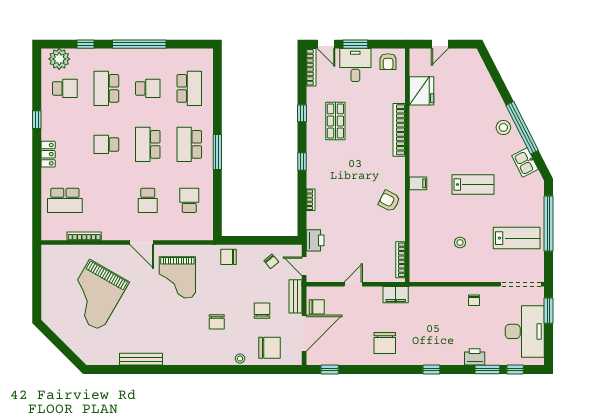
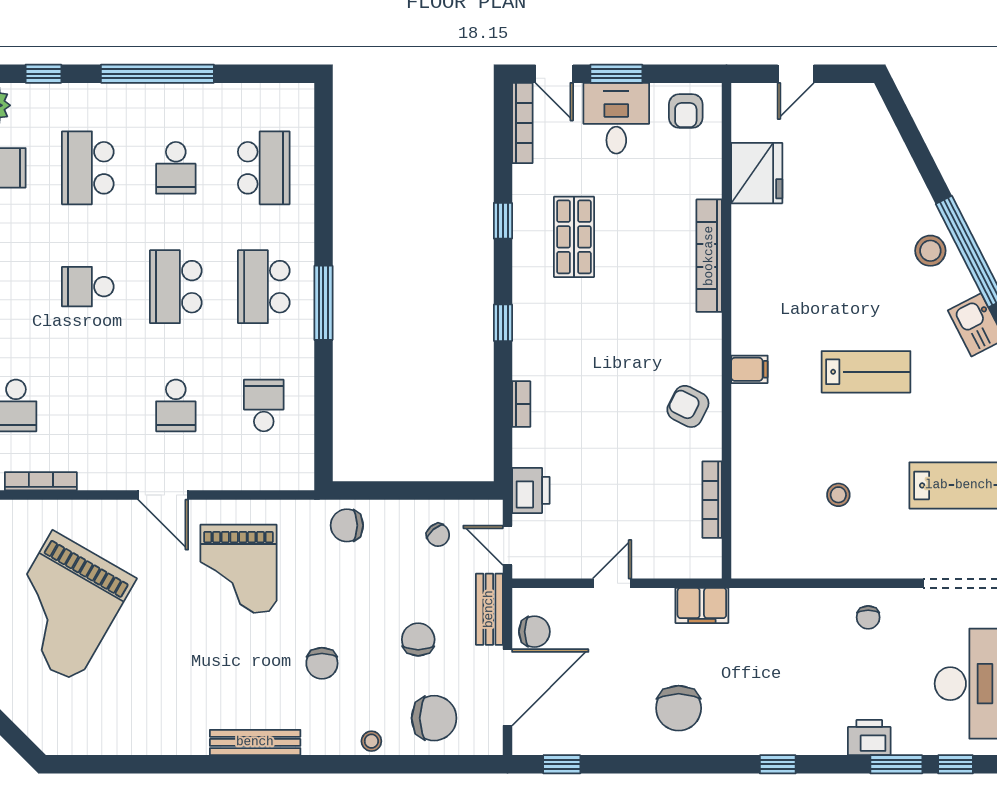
school desk: (148, 88) -> (176, 168), turned 90
bookcase: (401, 260) -> (712, 500), moved
bench: (141, 359) -> (255, 742), moved

